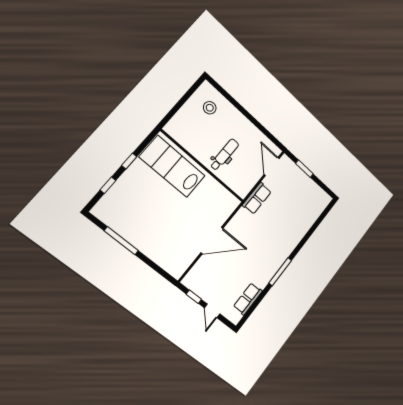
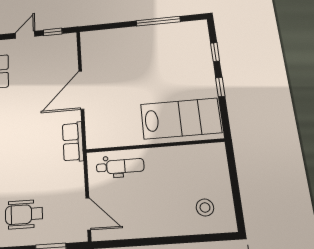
dental chair: (224, 155) -> (120, 166), moved, turned -90
row of seats: (257, 198) -> (73, 142), moved
wheelchair: (303, 199) -> (24, 214), added
door: (212, 311) -> (25, 35), hinge flipped

